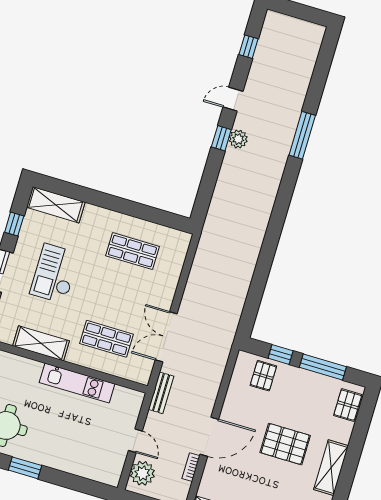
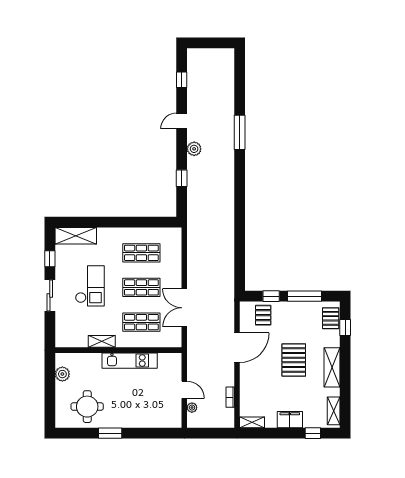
window: (221, 138) -> (182, 178), moved
checkout: (55, 274) -> (90, 286), turned 180
shop shelf: (119, 295) -> (141, 287), added
shelving: (41, 343) -> (102, 341), width x0.67, depth x0.75
bench: (161, 393) -> (193, 349), removed
window: (363, 422) -> (345, 327), added
door: (209, 437) -> (237, 348), moved
pallet: (285, 444) -> (294, 360), turned 90
plant: (142, 473) -> (192, 408), width x0.53, depth x0.53

